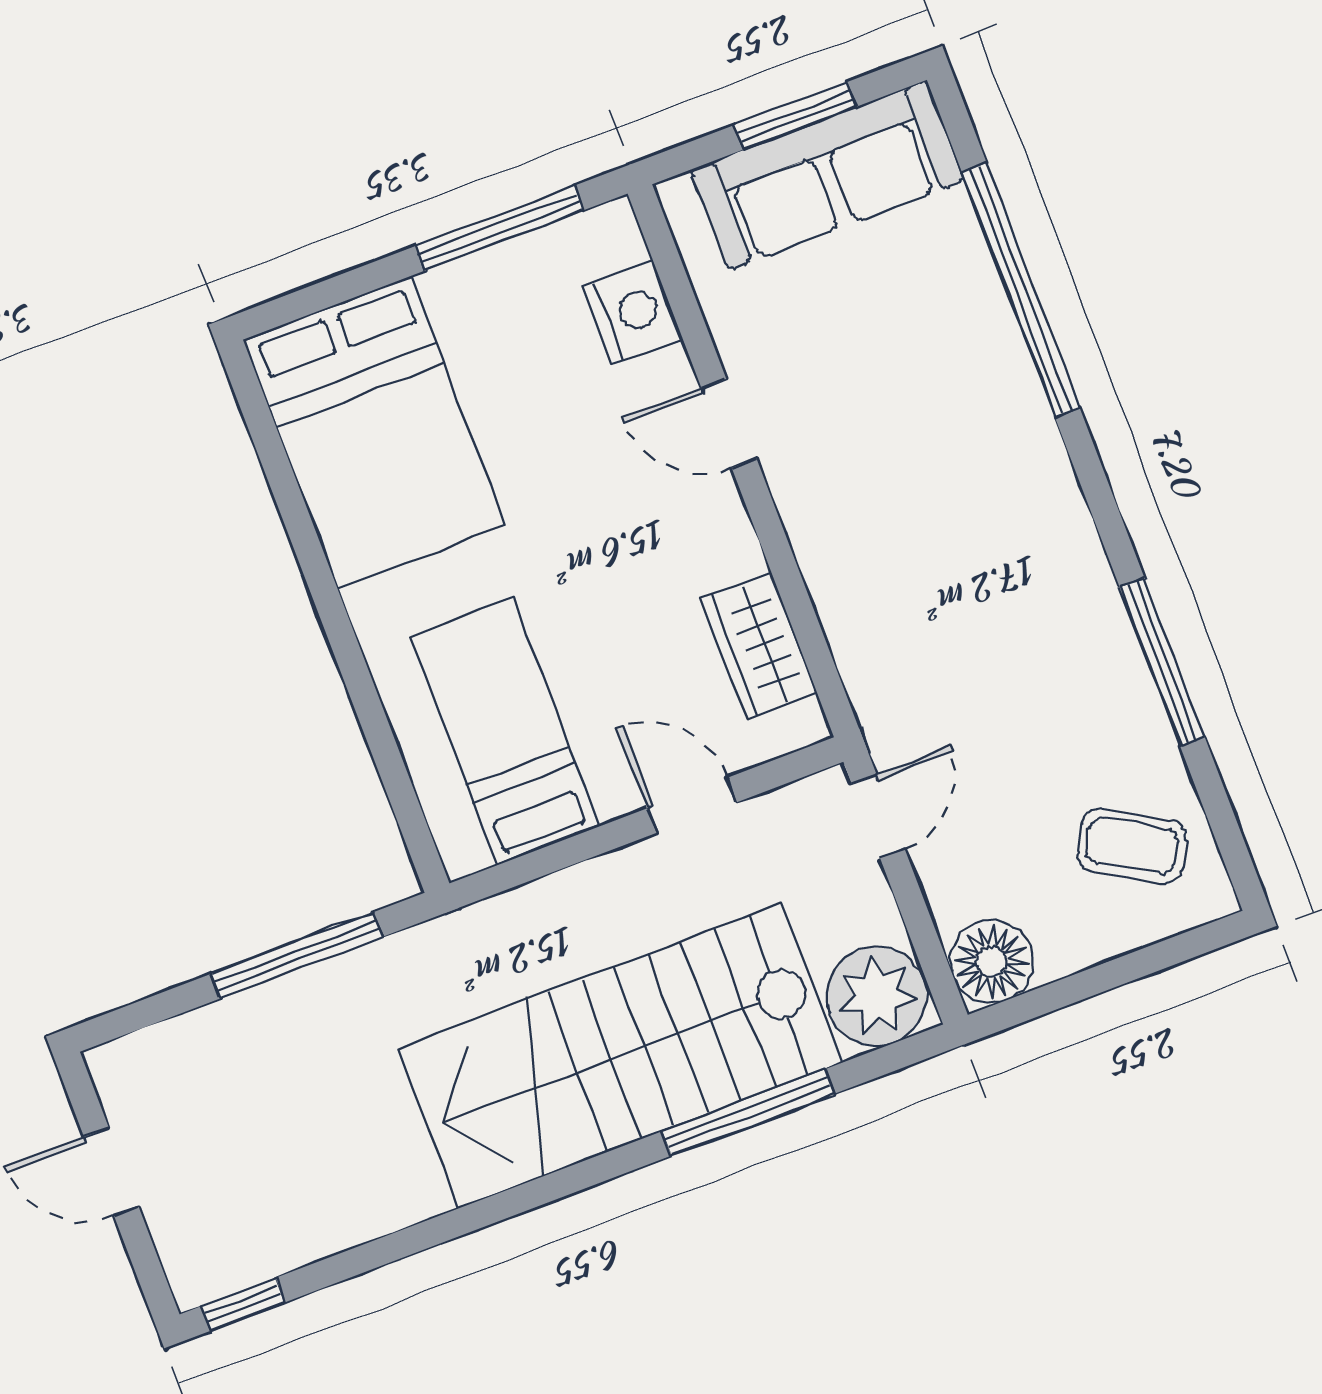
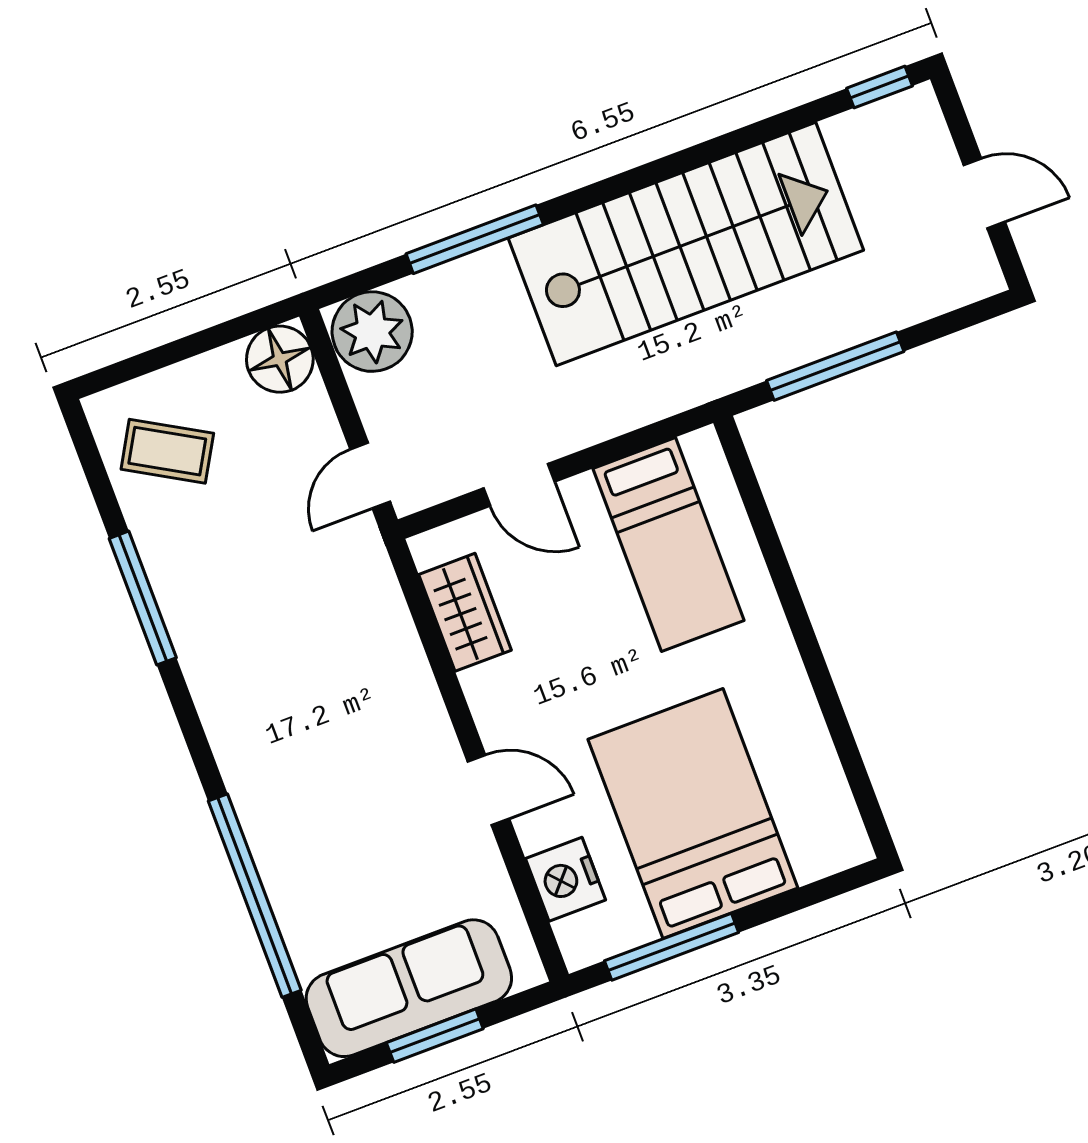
bed: (374, 432) -> (693, 814), moved
stairs: (620, 1056) -> (686, 244), moved

